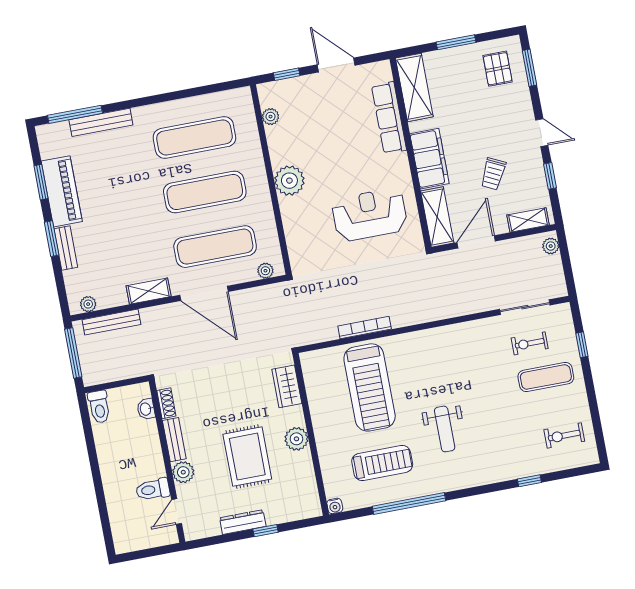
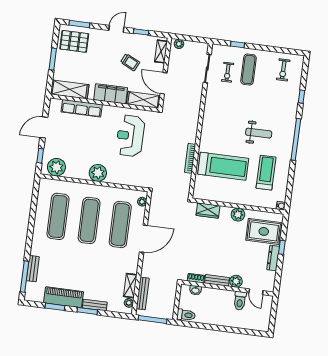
pallet: (498, 69) -> (74, 41), width x1.50, depth x1.42
plant: (271, 117) -> (56, 167), width x1.88, depth x1.88
bench: (101, 122) -> (33, 269), width x0.73
shelving: (149, 291) -> (130, 286), moved
rug: (247, 457) -> (264, 231), moved
window: (409, 504) -> (296, 139), moved

